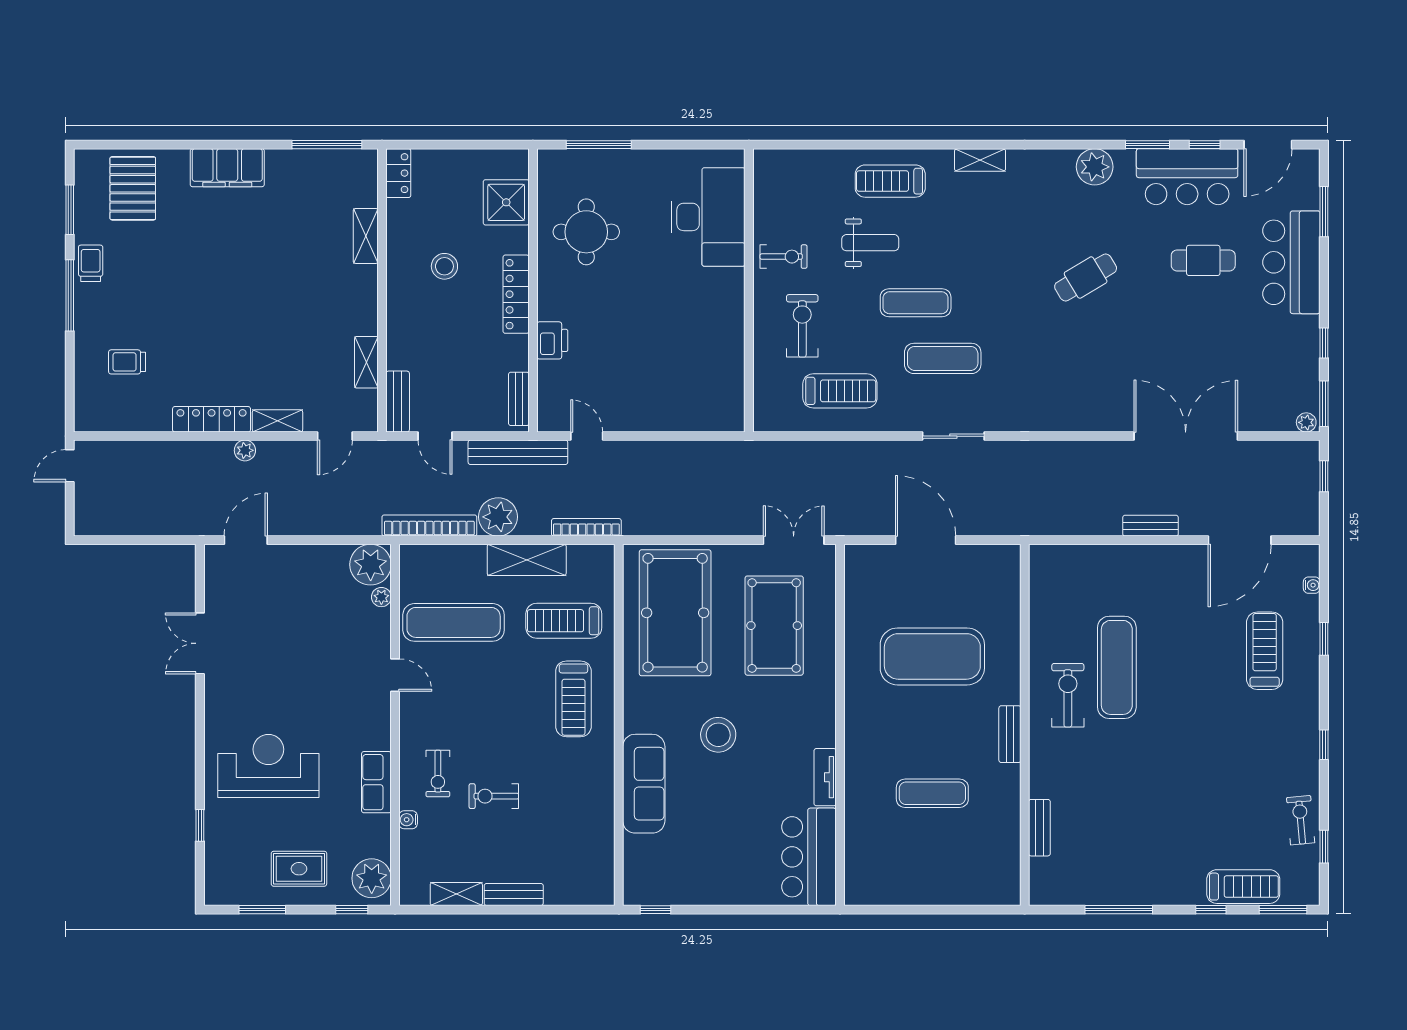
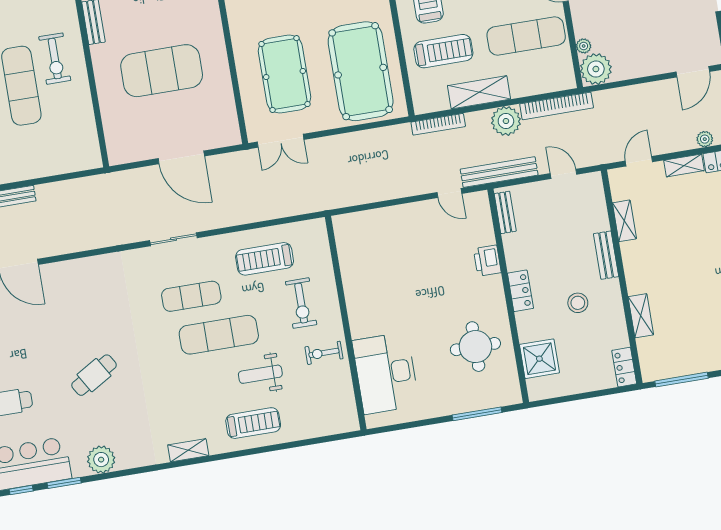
locker: (516, 294) -> (520, 291), width x0.66
exercise mat: (916, 303) -> (219, 335), width x1.36, depth x1.45
bench: (398, 402) -> (606, 255), moved

